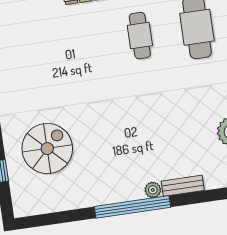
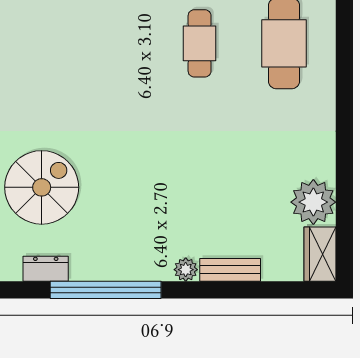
dresser: (58, 203) -> (46, 269), added
window: (133, 207) -> (106, 290), moved

